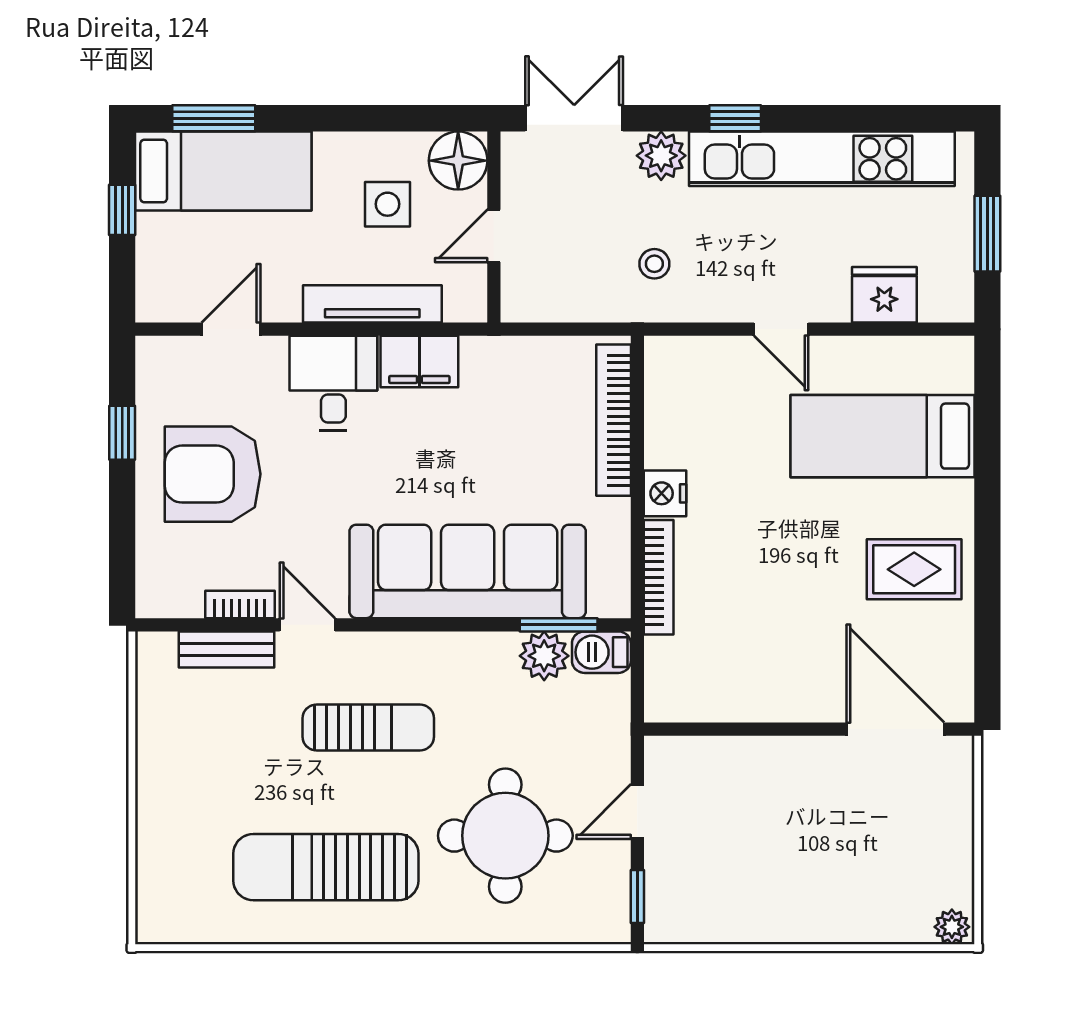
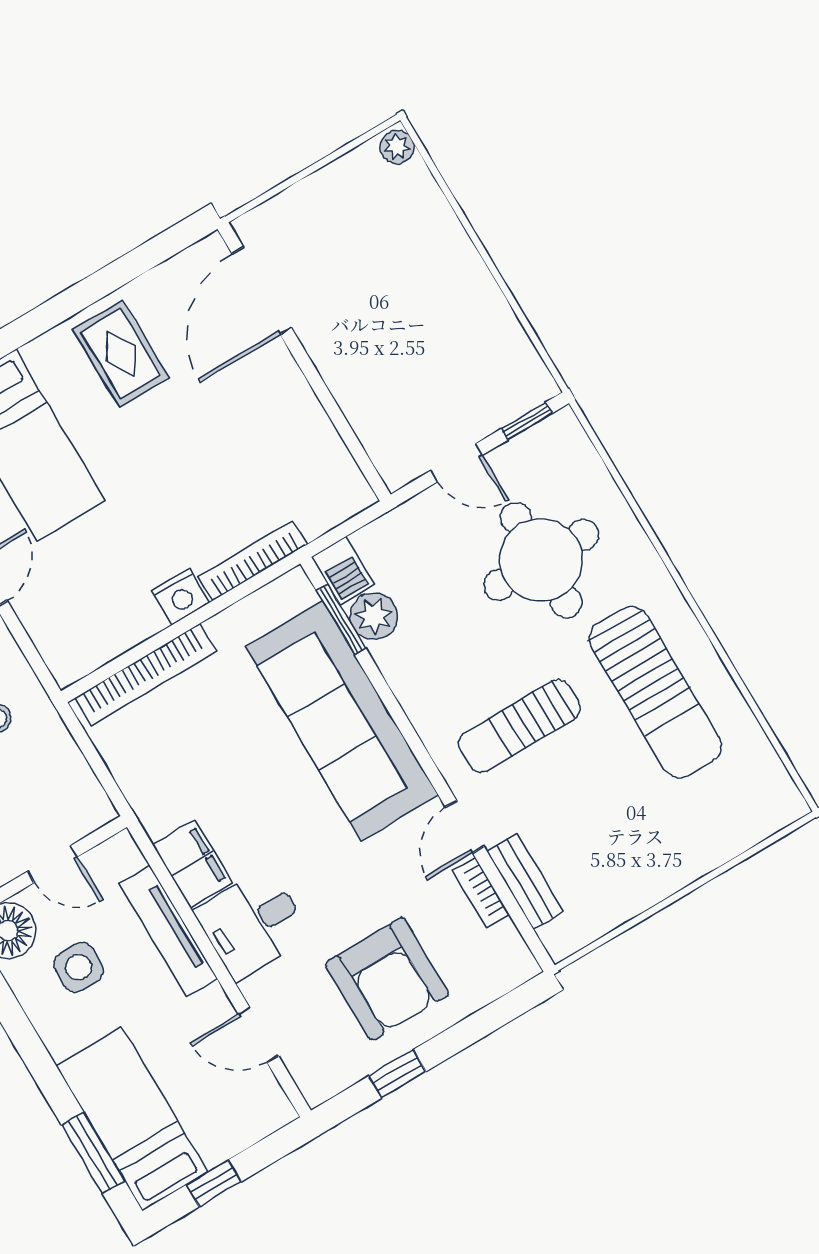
sun lounger: (368, 727) -> (519, 726), turned -90

